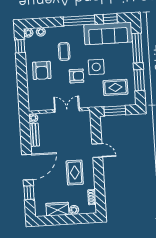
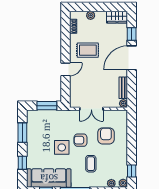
window: (137, 48) -> (22, 163), width x0.46
armchair: (42, 70) -> (106, 136), moved
rug: (115, 87) -> (45, 127), removed
door: (97, 151) -> (65, 69), swing flipped
rug: (75, 173) -> (88, 50), turned 90
wardrobe: (57, 209) -> (117, 17), moved

